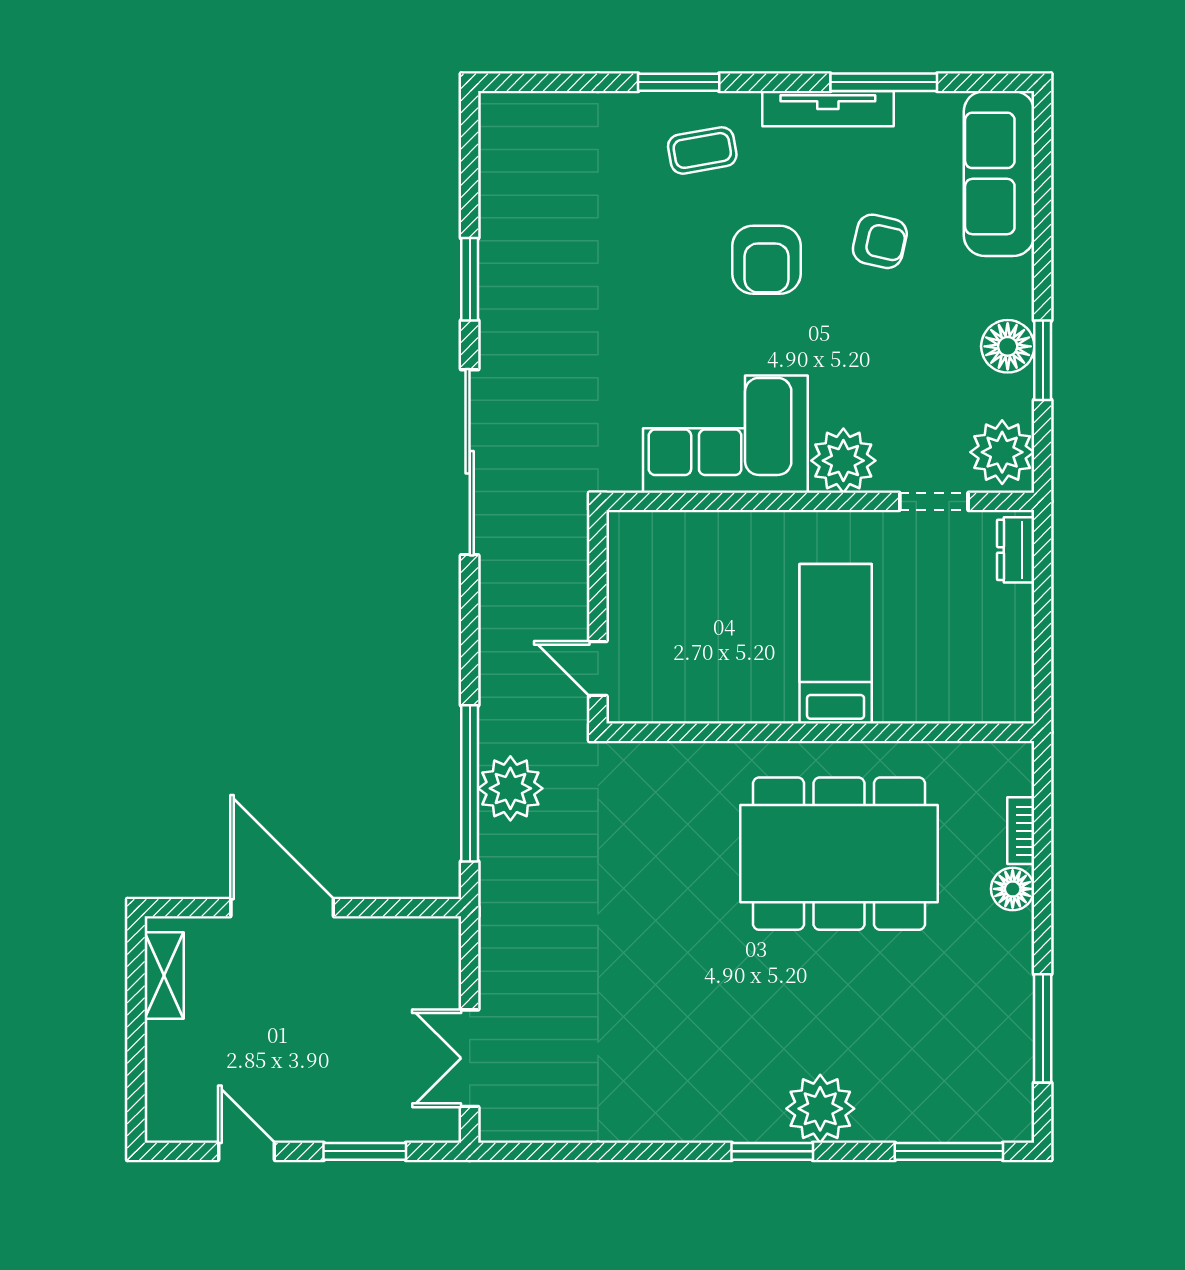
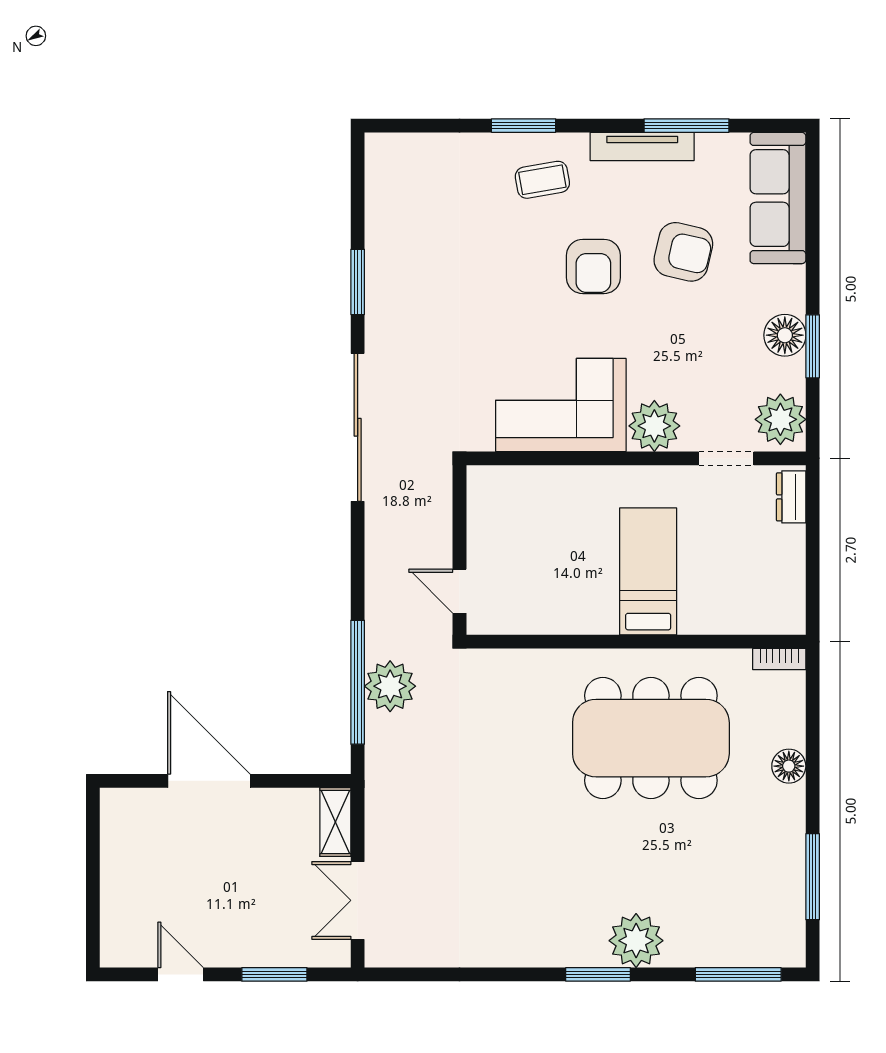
armchair: (880, 241) -> (683, 252), width x1.38, depth x1.38
bookcase: (1021, 831) -> (779, 659), moved, turned -90
shelving: (164, 976) -> (335, 822), moved

